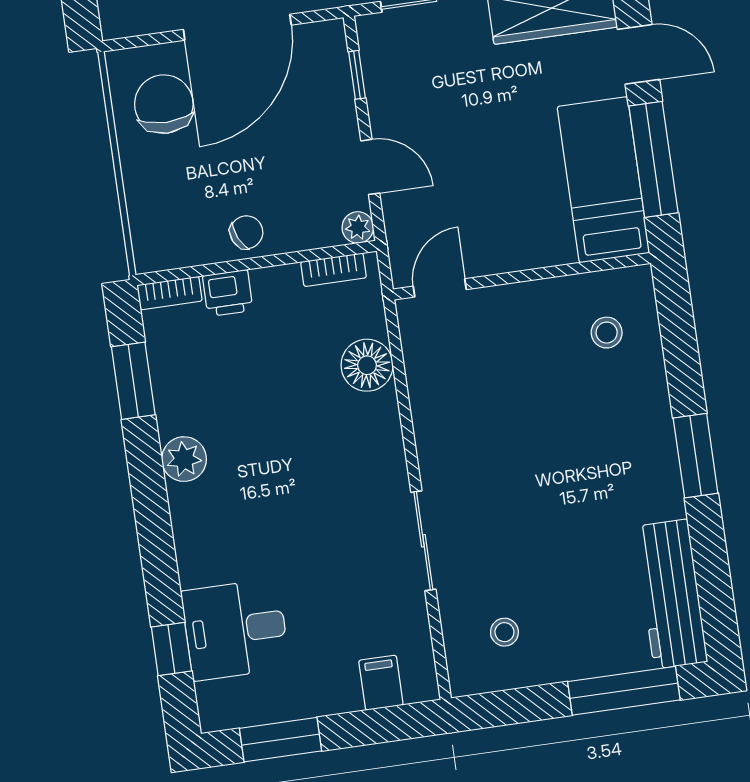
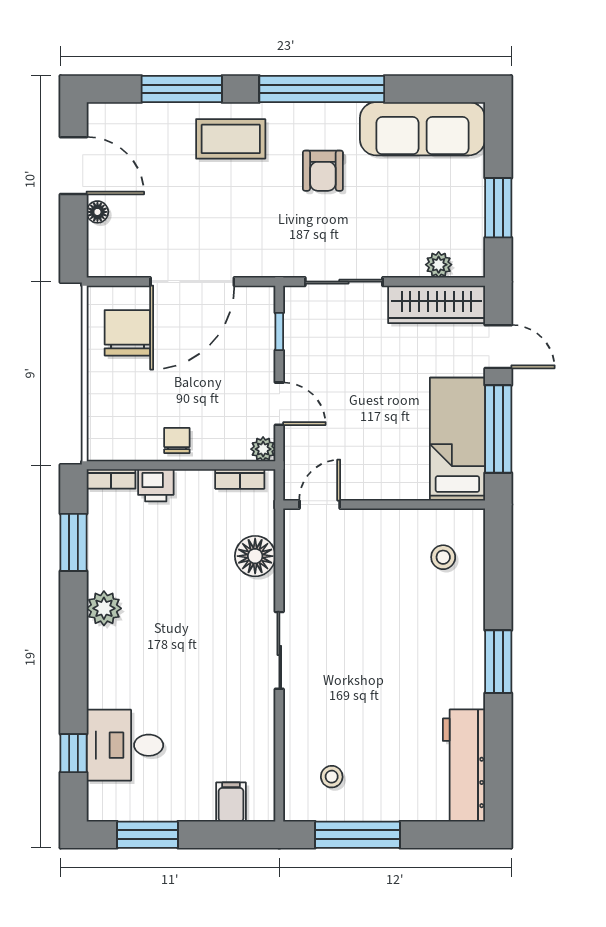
chair: (246, 232) -> (177, 441), turned -66
sliding door: (423, 541) -> (279, 650), moved
window: (624, 691) -> (358, 835), moved

